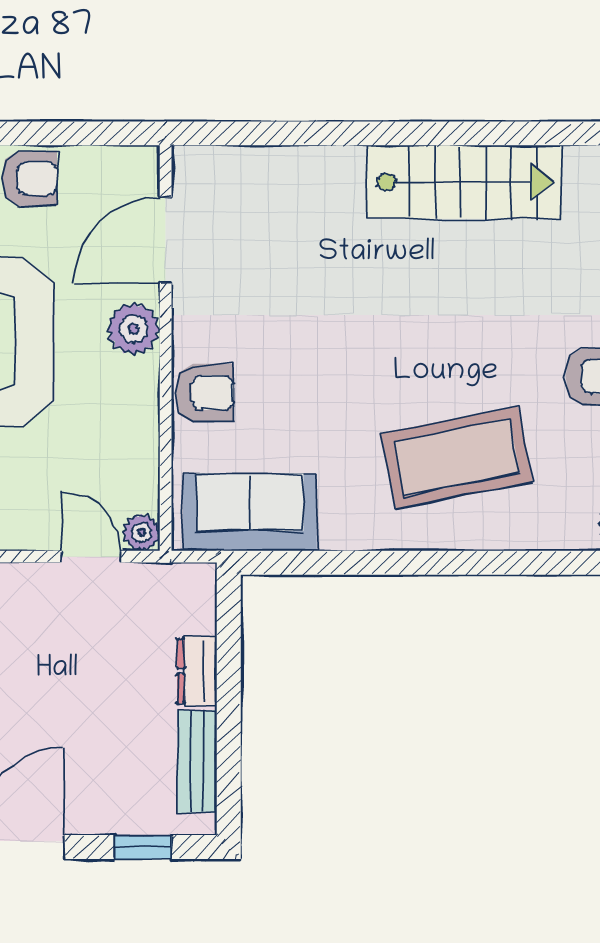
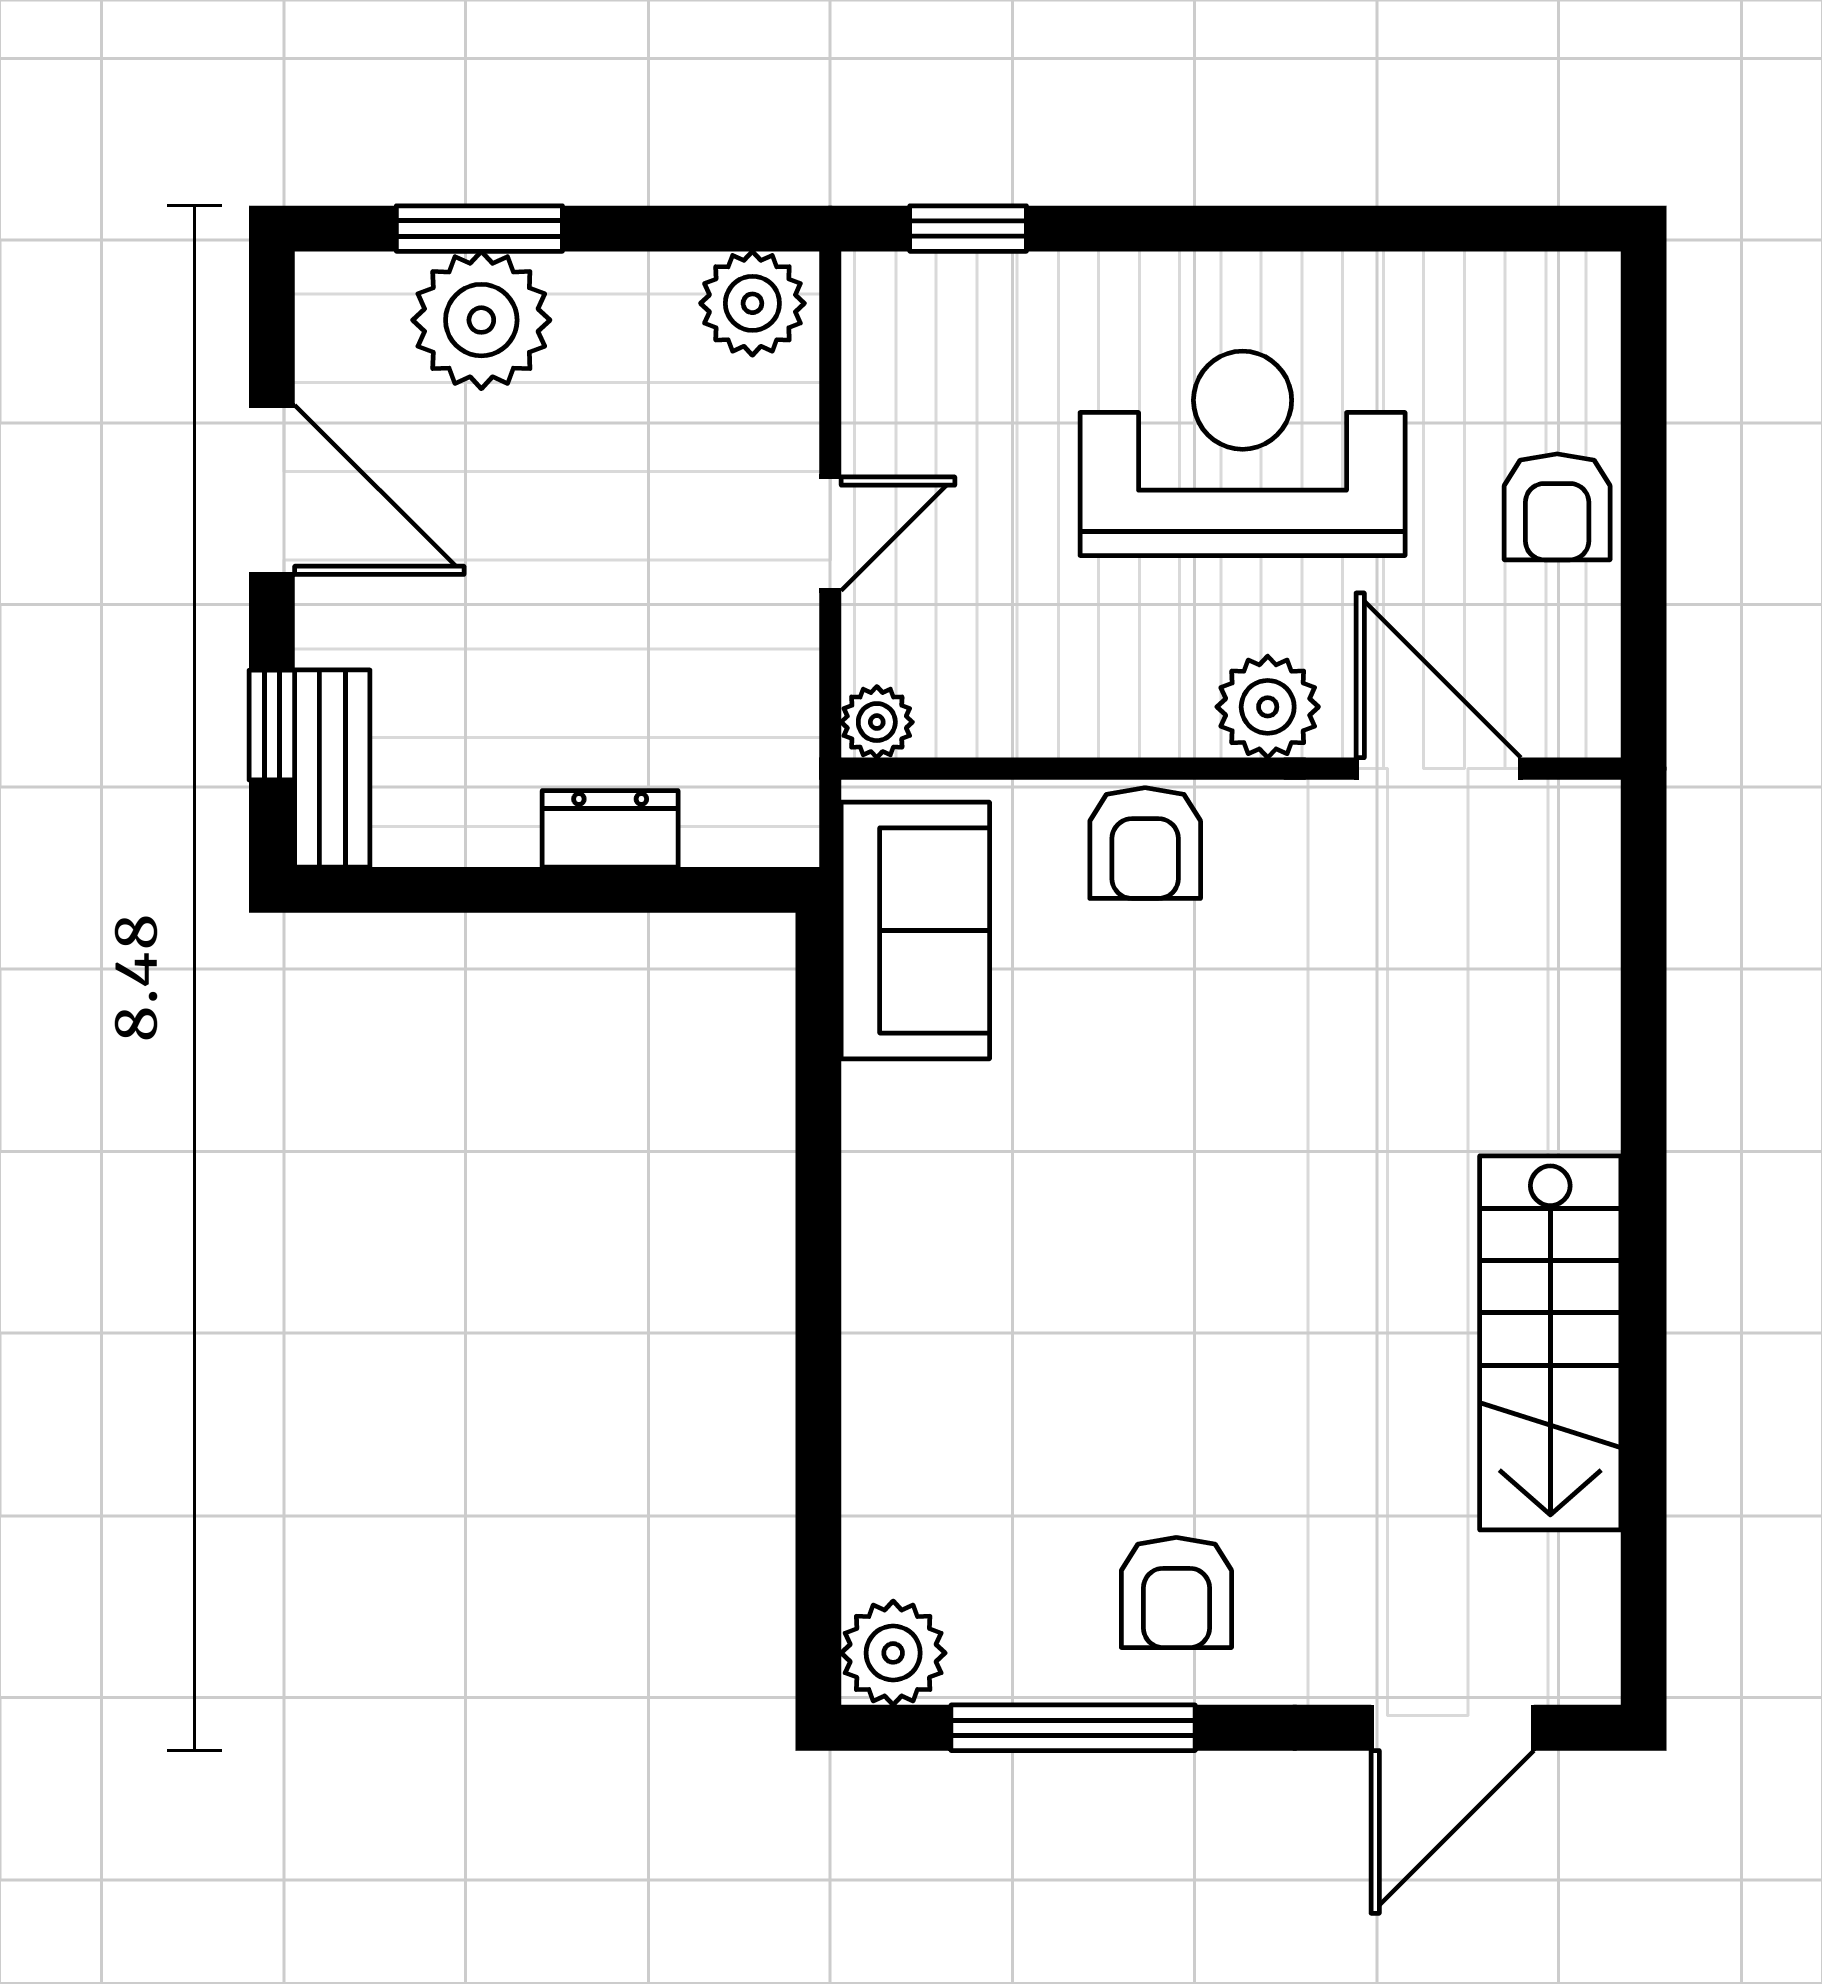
coffee table: (457, 458) -> (1020, 1328), removed
door: (91, 557) -> (830, 534), moved
bench: (197, 761) -> (332, 768), moved, turned 90

